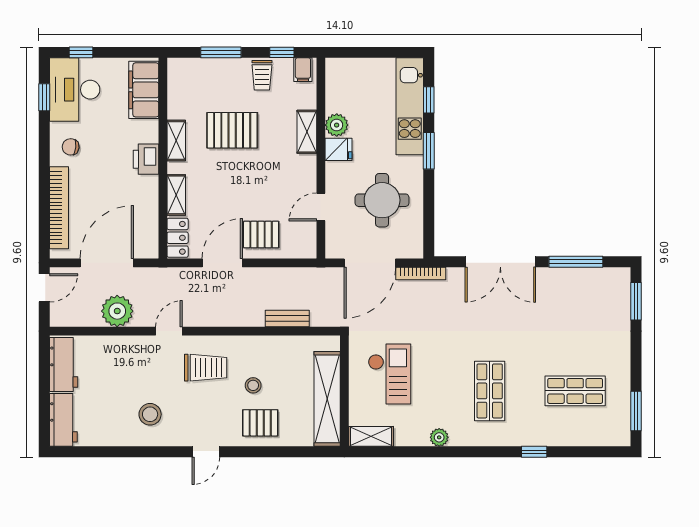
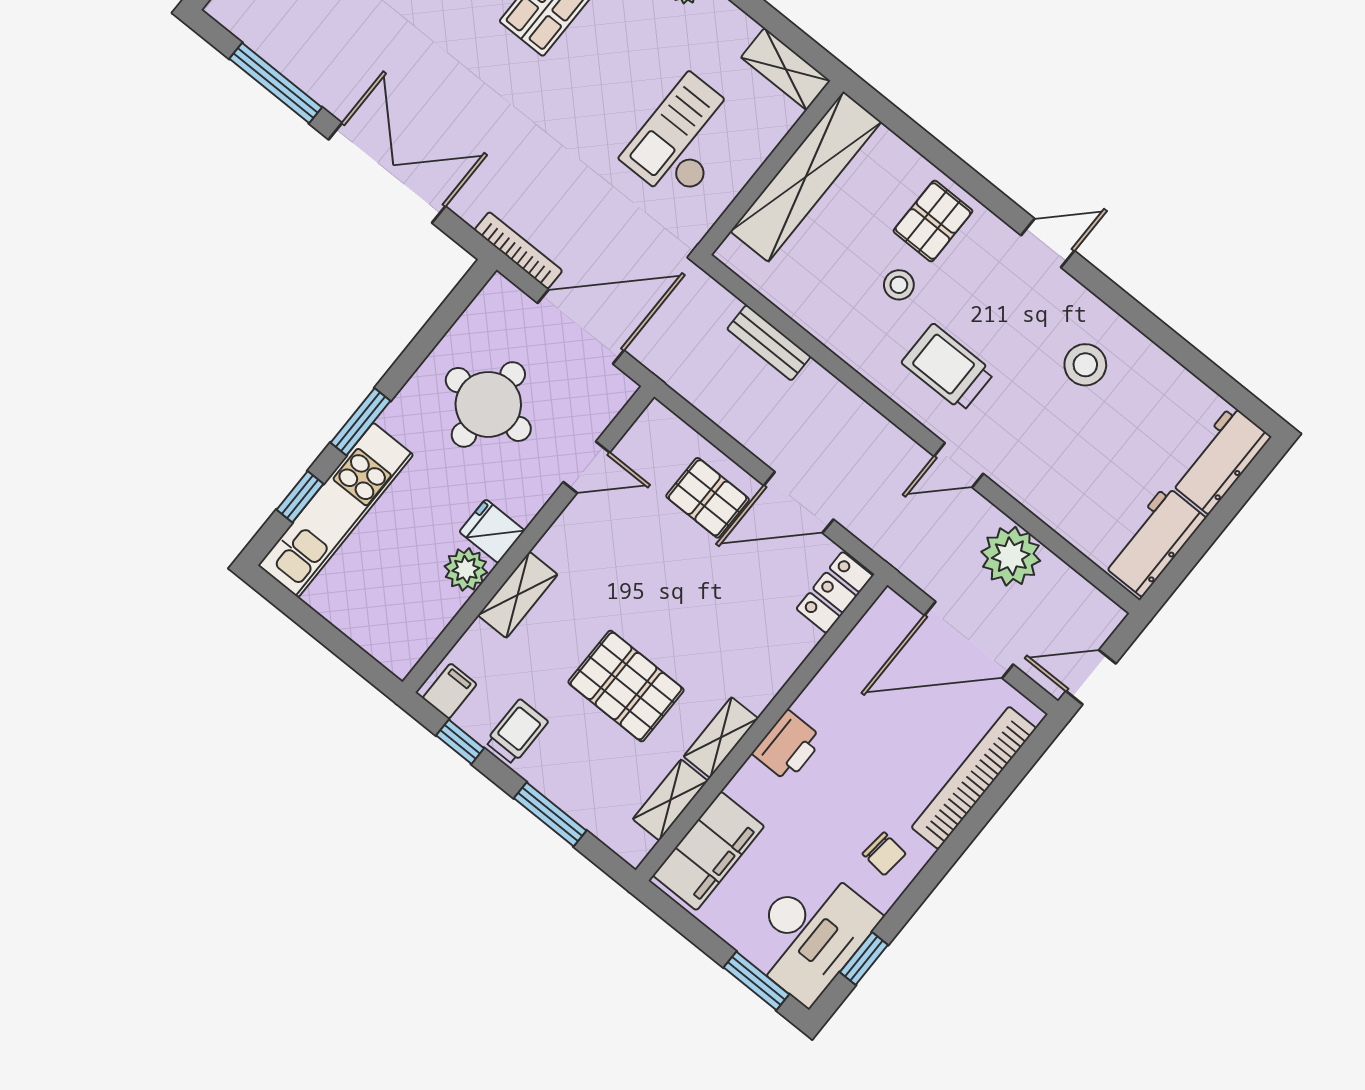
window: (81, 52) -> (756, 981), width x1.50
shelving: (176, 195) -> (670, 800), moved
pallet: (260, 423) -> (933, 221), turned 90

